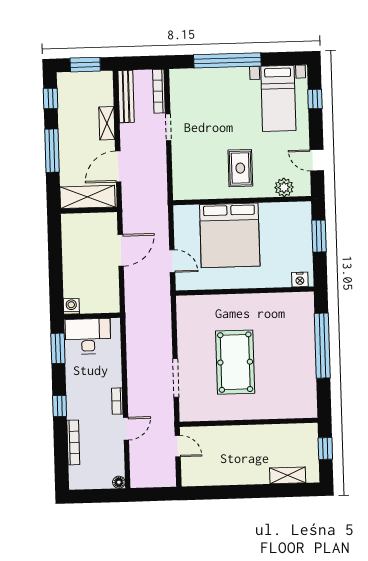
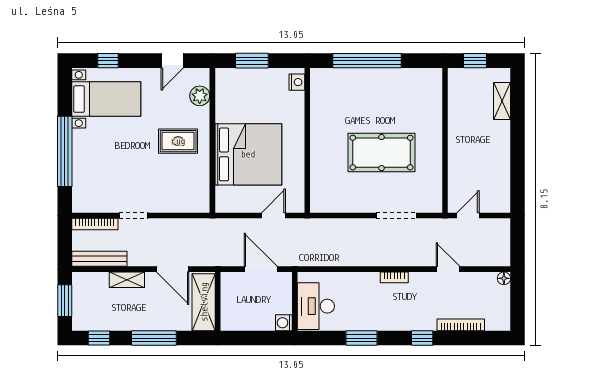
washing machine: (71, 306) -> (284, 323), moved
wall: (92, 316) -> (295, 301), moved
desk: (88, 336) -> (316, 306), moved
bookcase: (117, 401) -> (394, 277), moved

